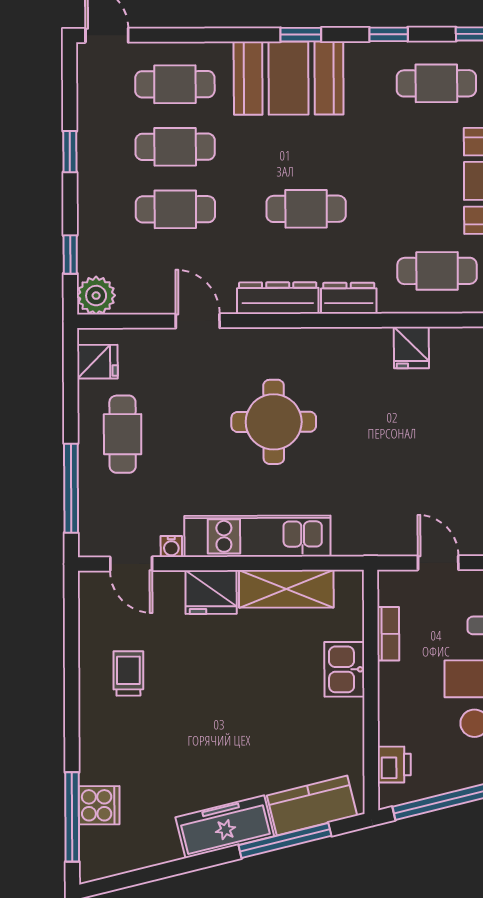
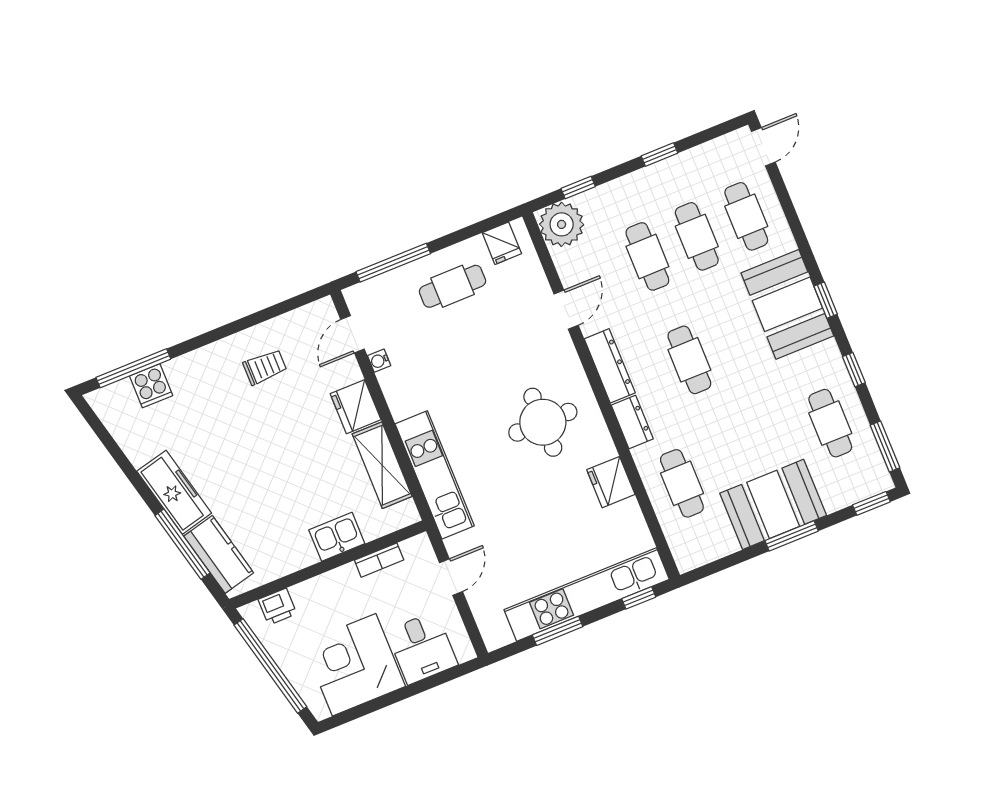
plant: (96, 296) -> (562, 224), width x1.36, depth x1.36
fridge: (411, 348) -> (611, 482), width x1.38
round table: (274, 422) -> (543, 422), moved
kitchen unit: (257, 536) -> (435, 475), moved

